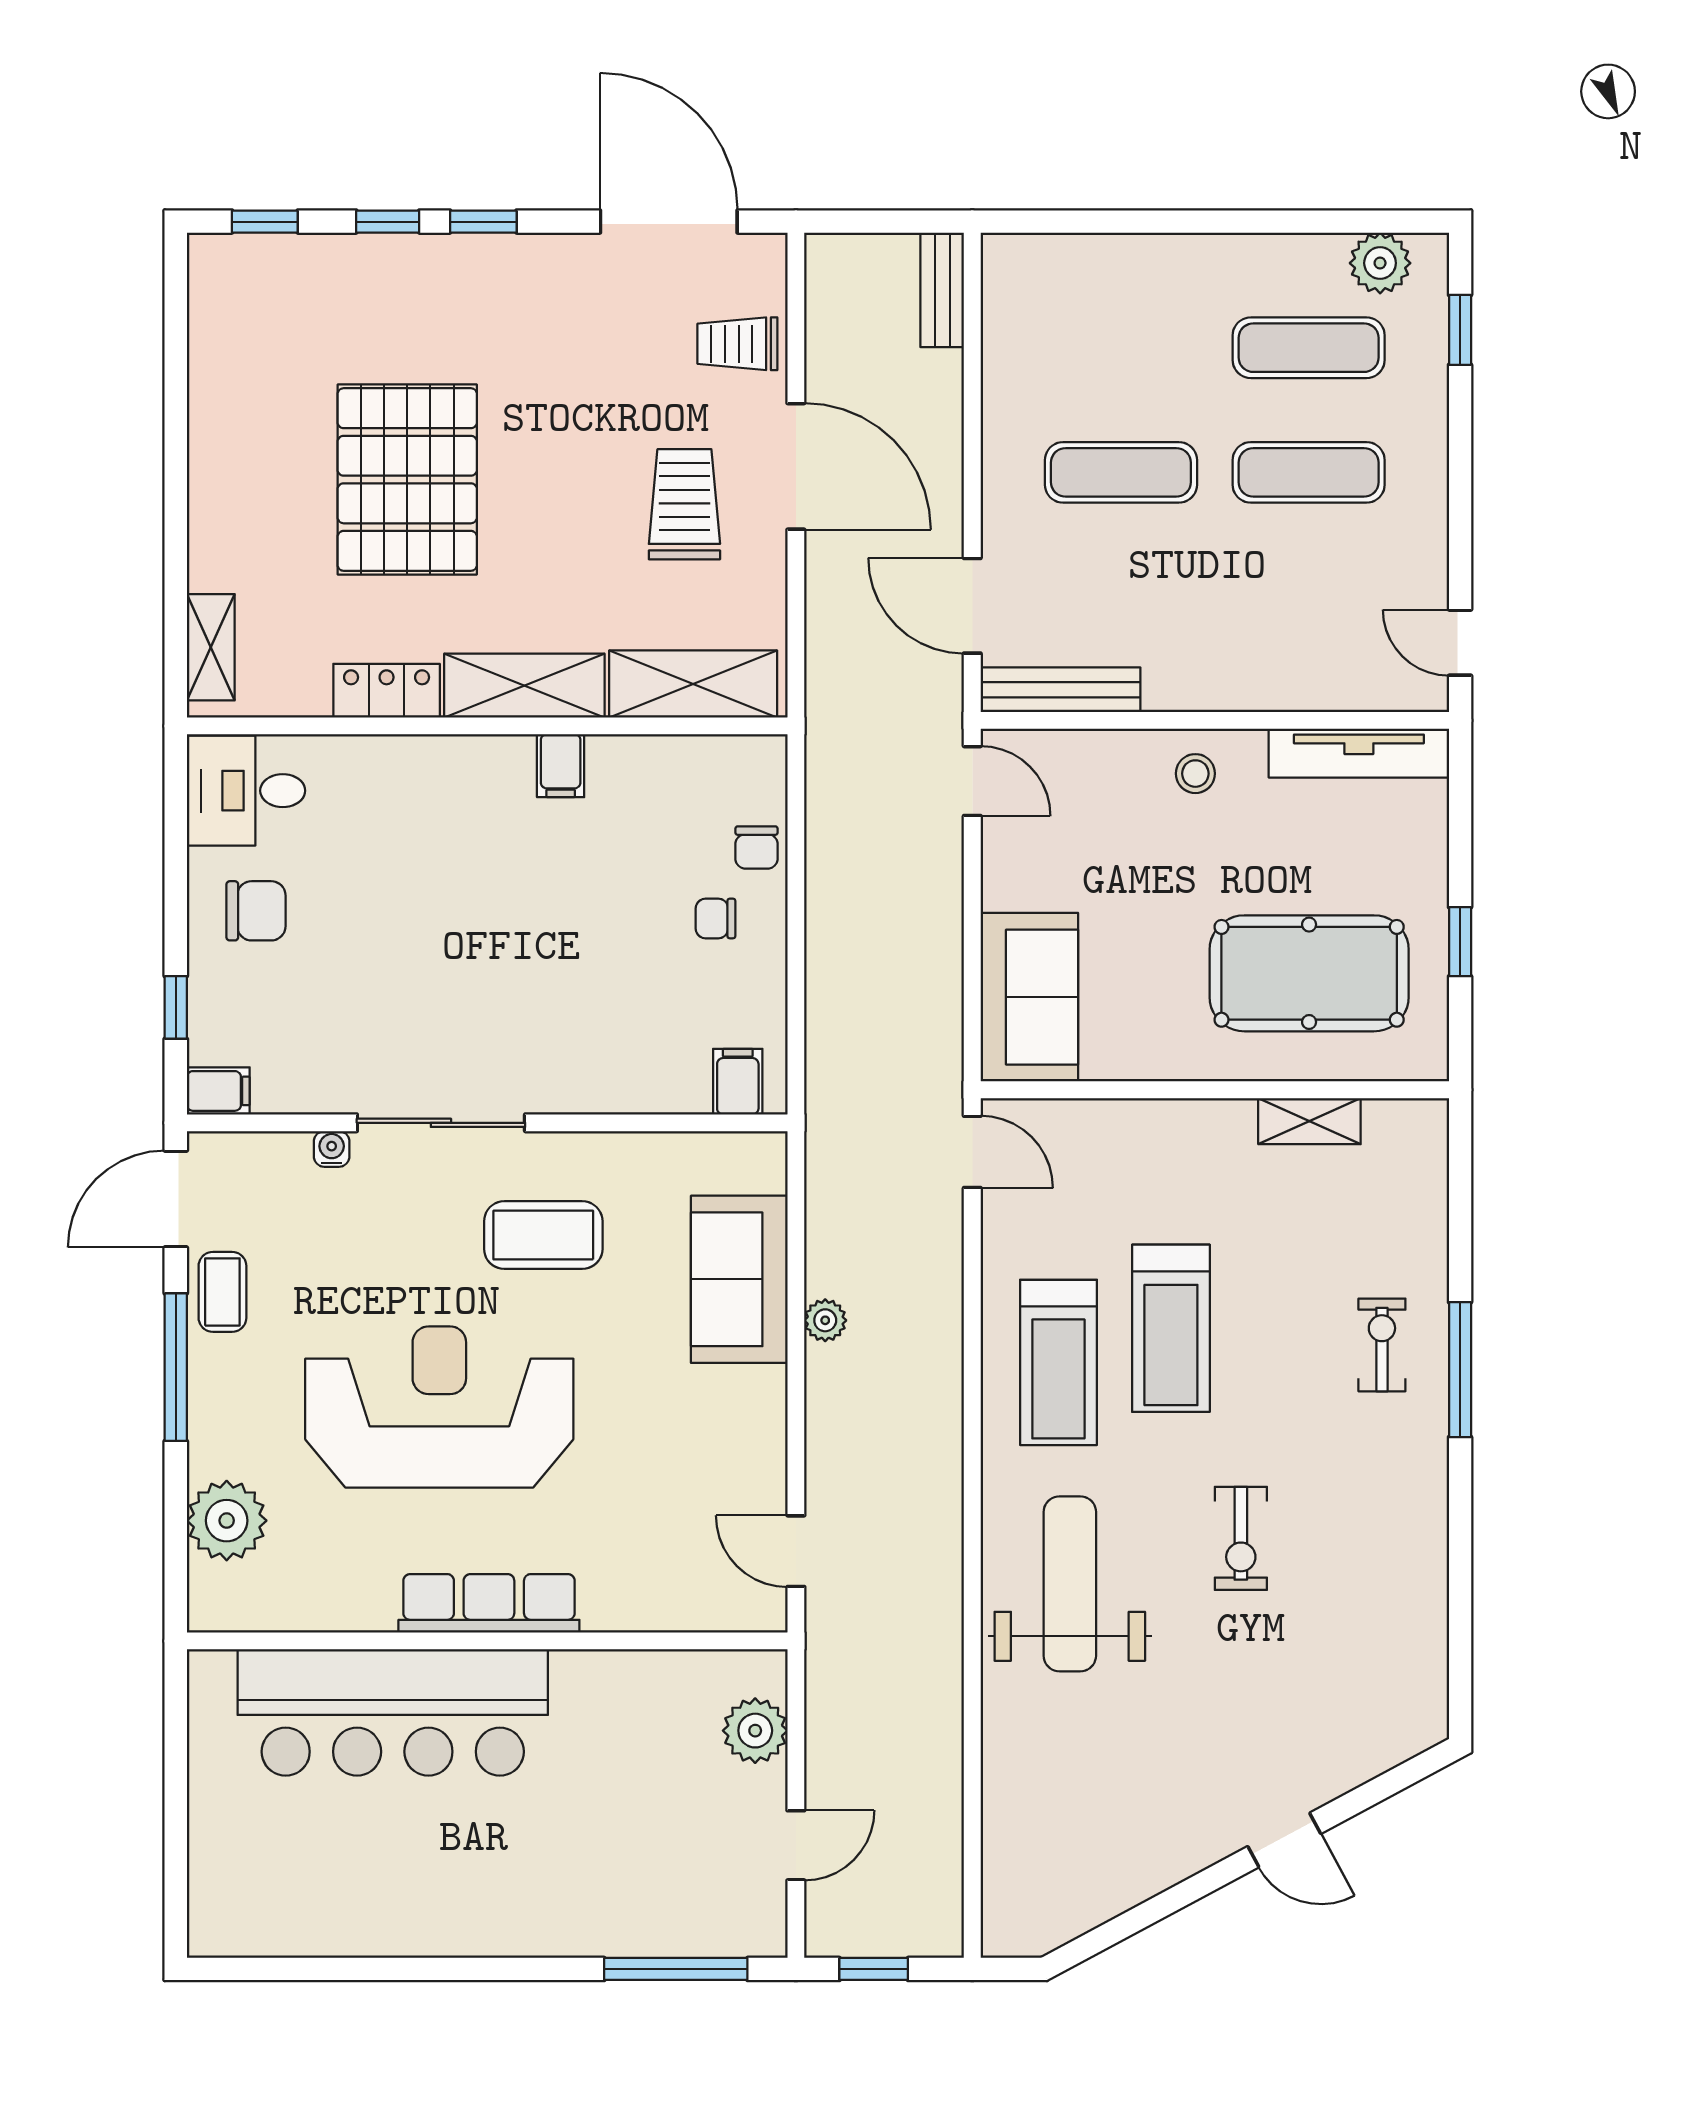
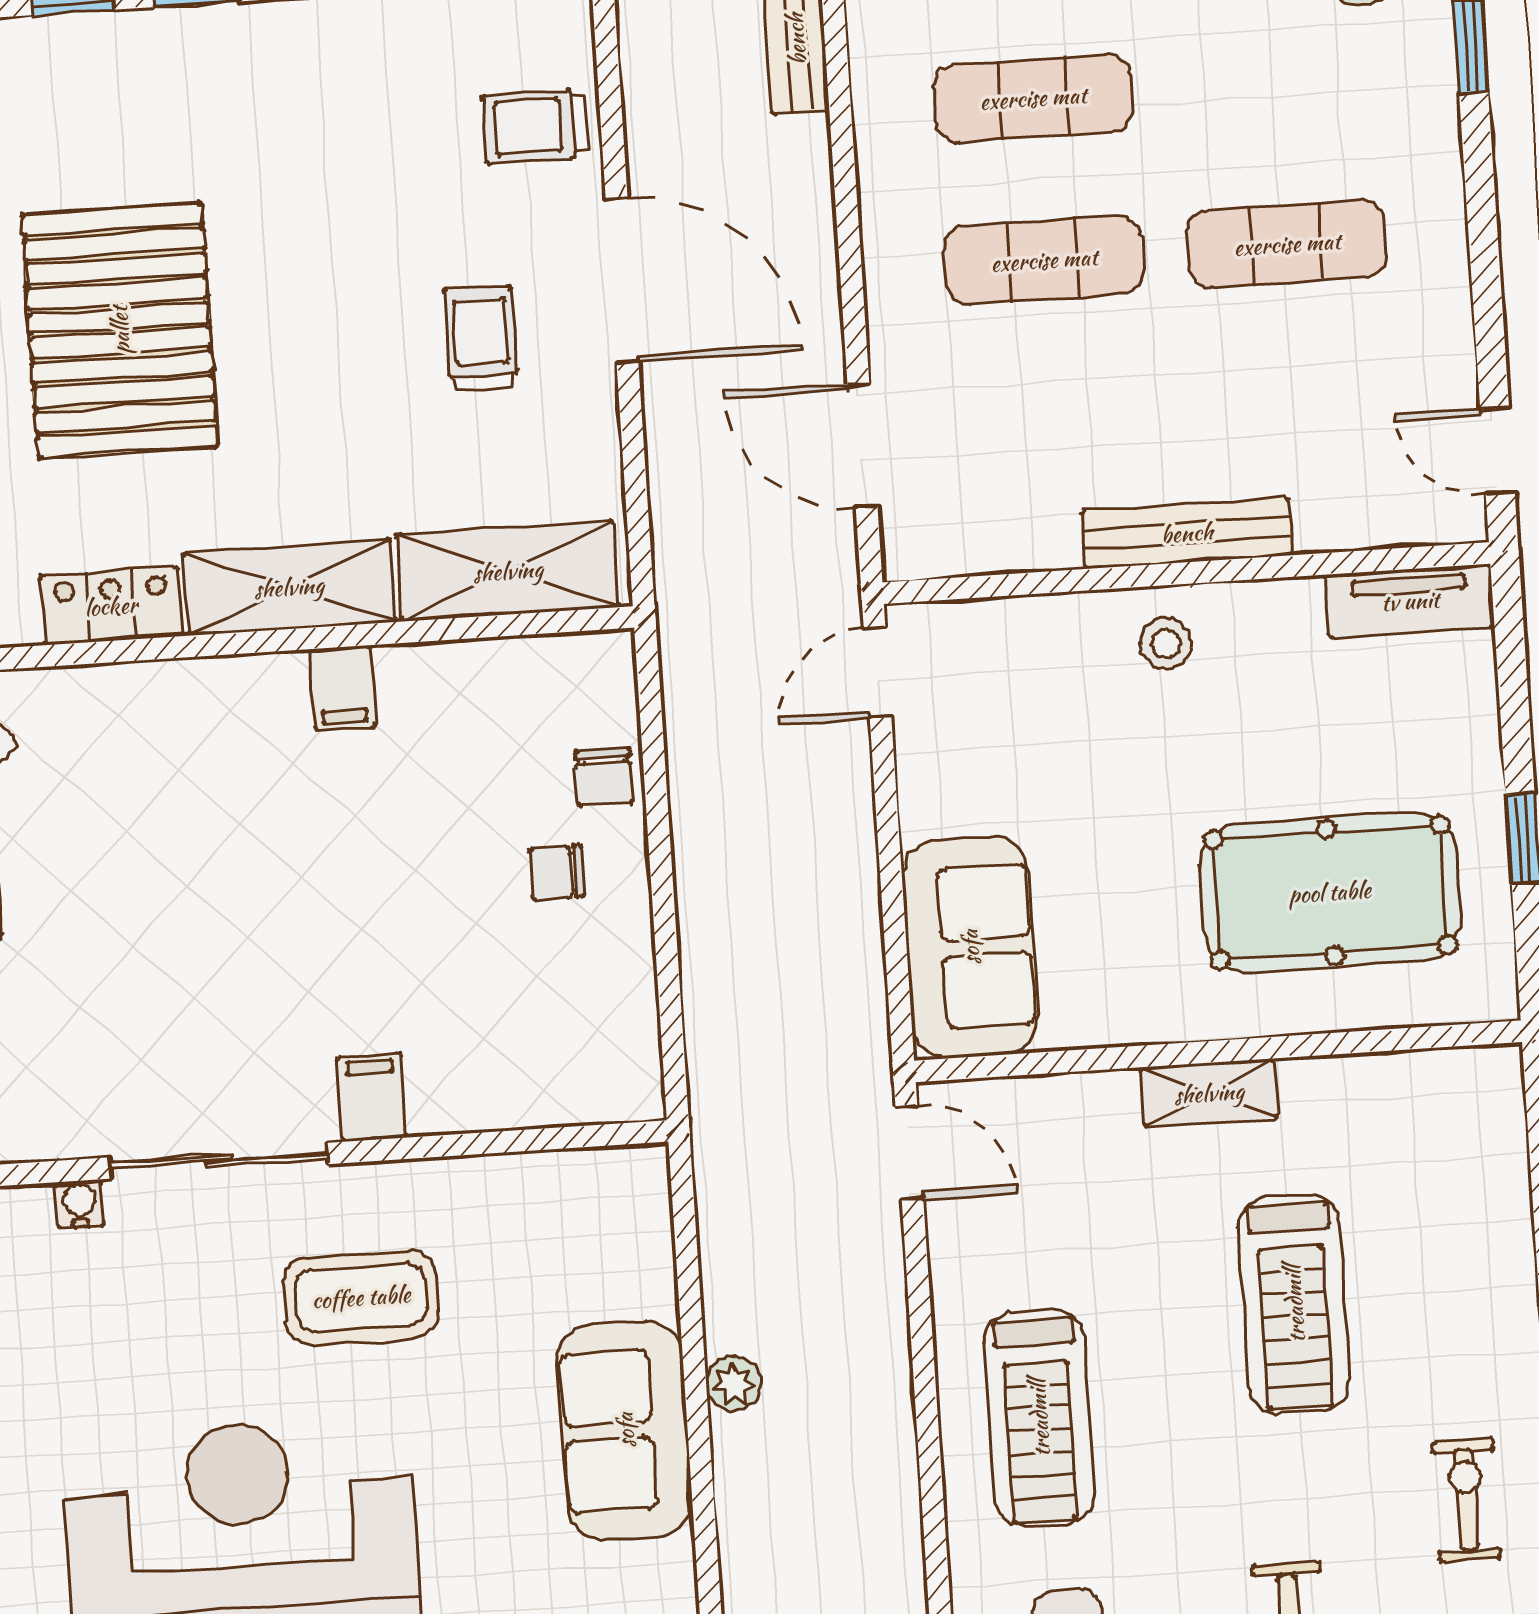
exercise mat: (1309, 348) -> (1033, 98), moved
trolley: (684, 504) -> (481, 339), width x0.73, depth x0.72
bench: (1060, 690) -> (1187, 533), moved
tv unit: (1359, 753) -> (1410, 601), width x0.71
door: (972, 781) -> (878, 672), swing flipped
filing cabinet: (738, 1082) -> (372, 1097), moved
shelving: (1309, 1121) -> (1209, 1093), moved
sofa: (739, 1279) -> (625, 1430), moved
treadmill: (1171, 1328) -> (1294, 1304), moved
exercise bike: (1382, 1345) -> (1466, 1500), moved

